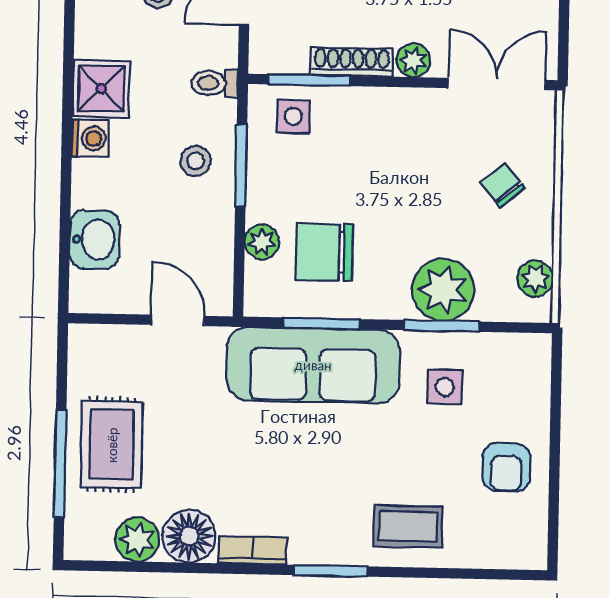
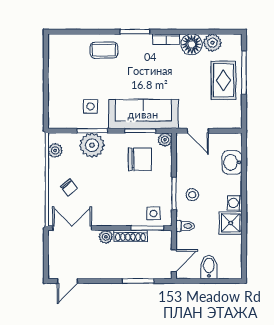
double door: (497, 84) -> (72, 228), swing flipped
plant: (262, 242) -> (165, 140), moved
armchair: (506, 467) -> (65, 75), removed

